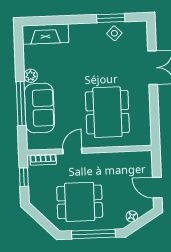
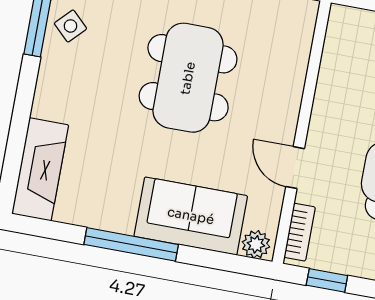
plant: (31, 76) -> (256, 244), moved
window: (21, 103) -> (131, 244), moved
dining table: (107, 112) -> (188, 78), moved, turned 90

